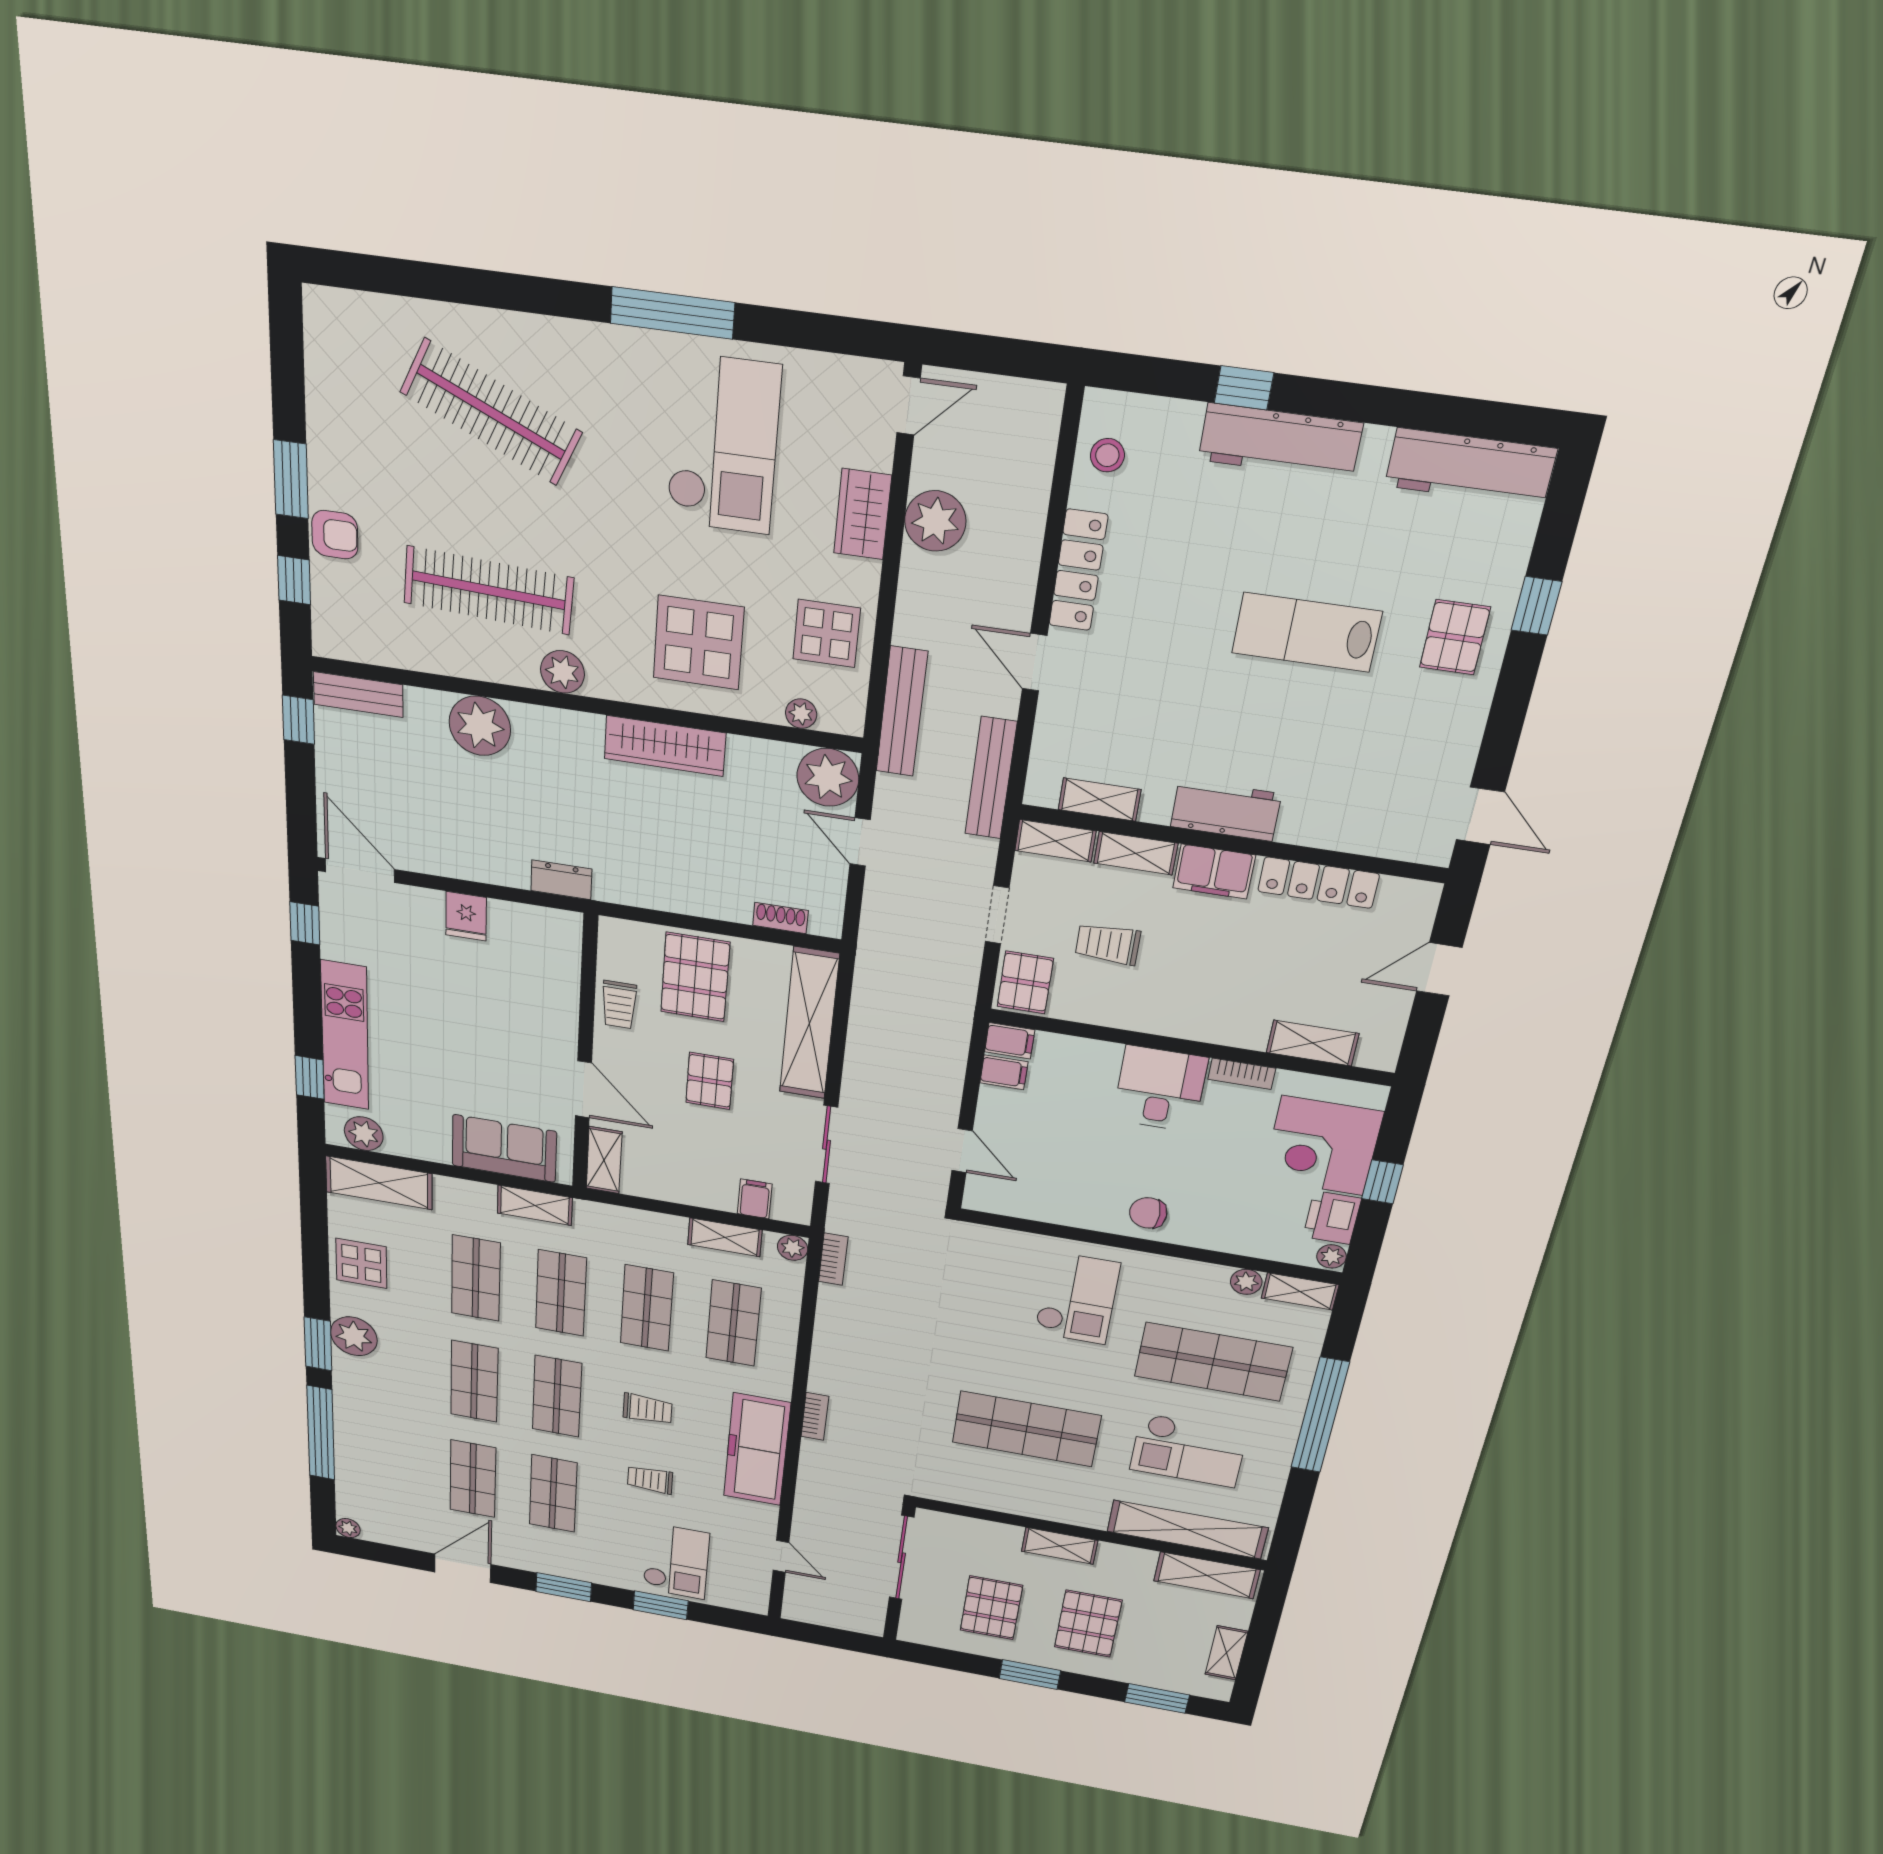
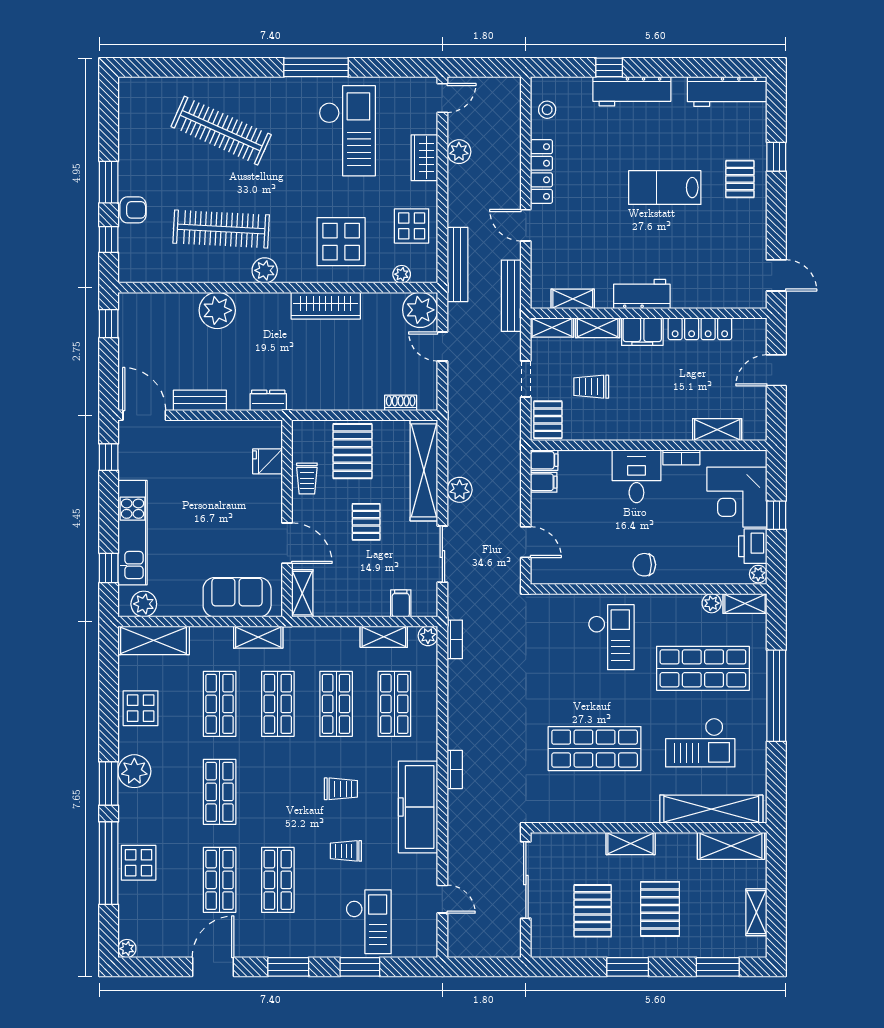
plant: (935, 521) -> (459, 152), width x0.73, depth x0.73
bench: (358, 695) -> (200, 400), moved
fridge: (466, 916) -> (268, 461), moved, turned 90
plant: (864, 1061) -> (460, 490), added
shop shelf: (557, 1396) -> (278, 792), removed
display table: (362, 1440) -> (139, 863), added

